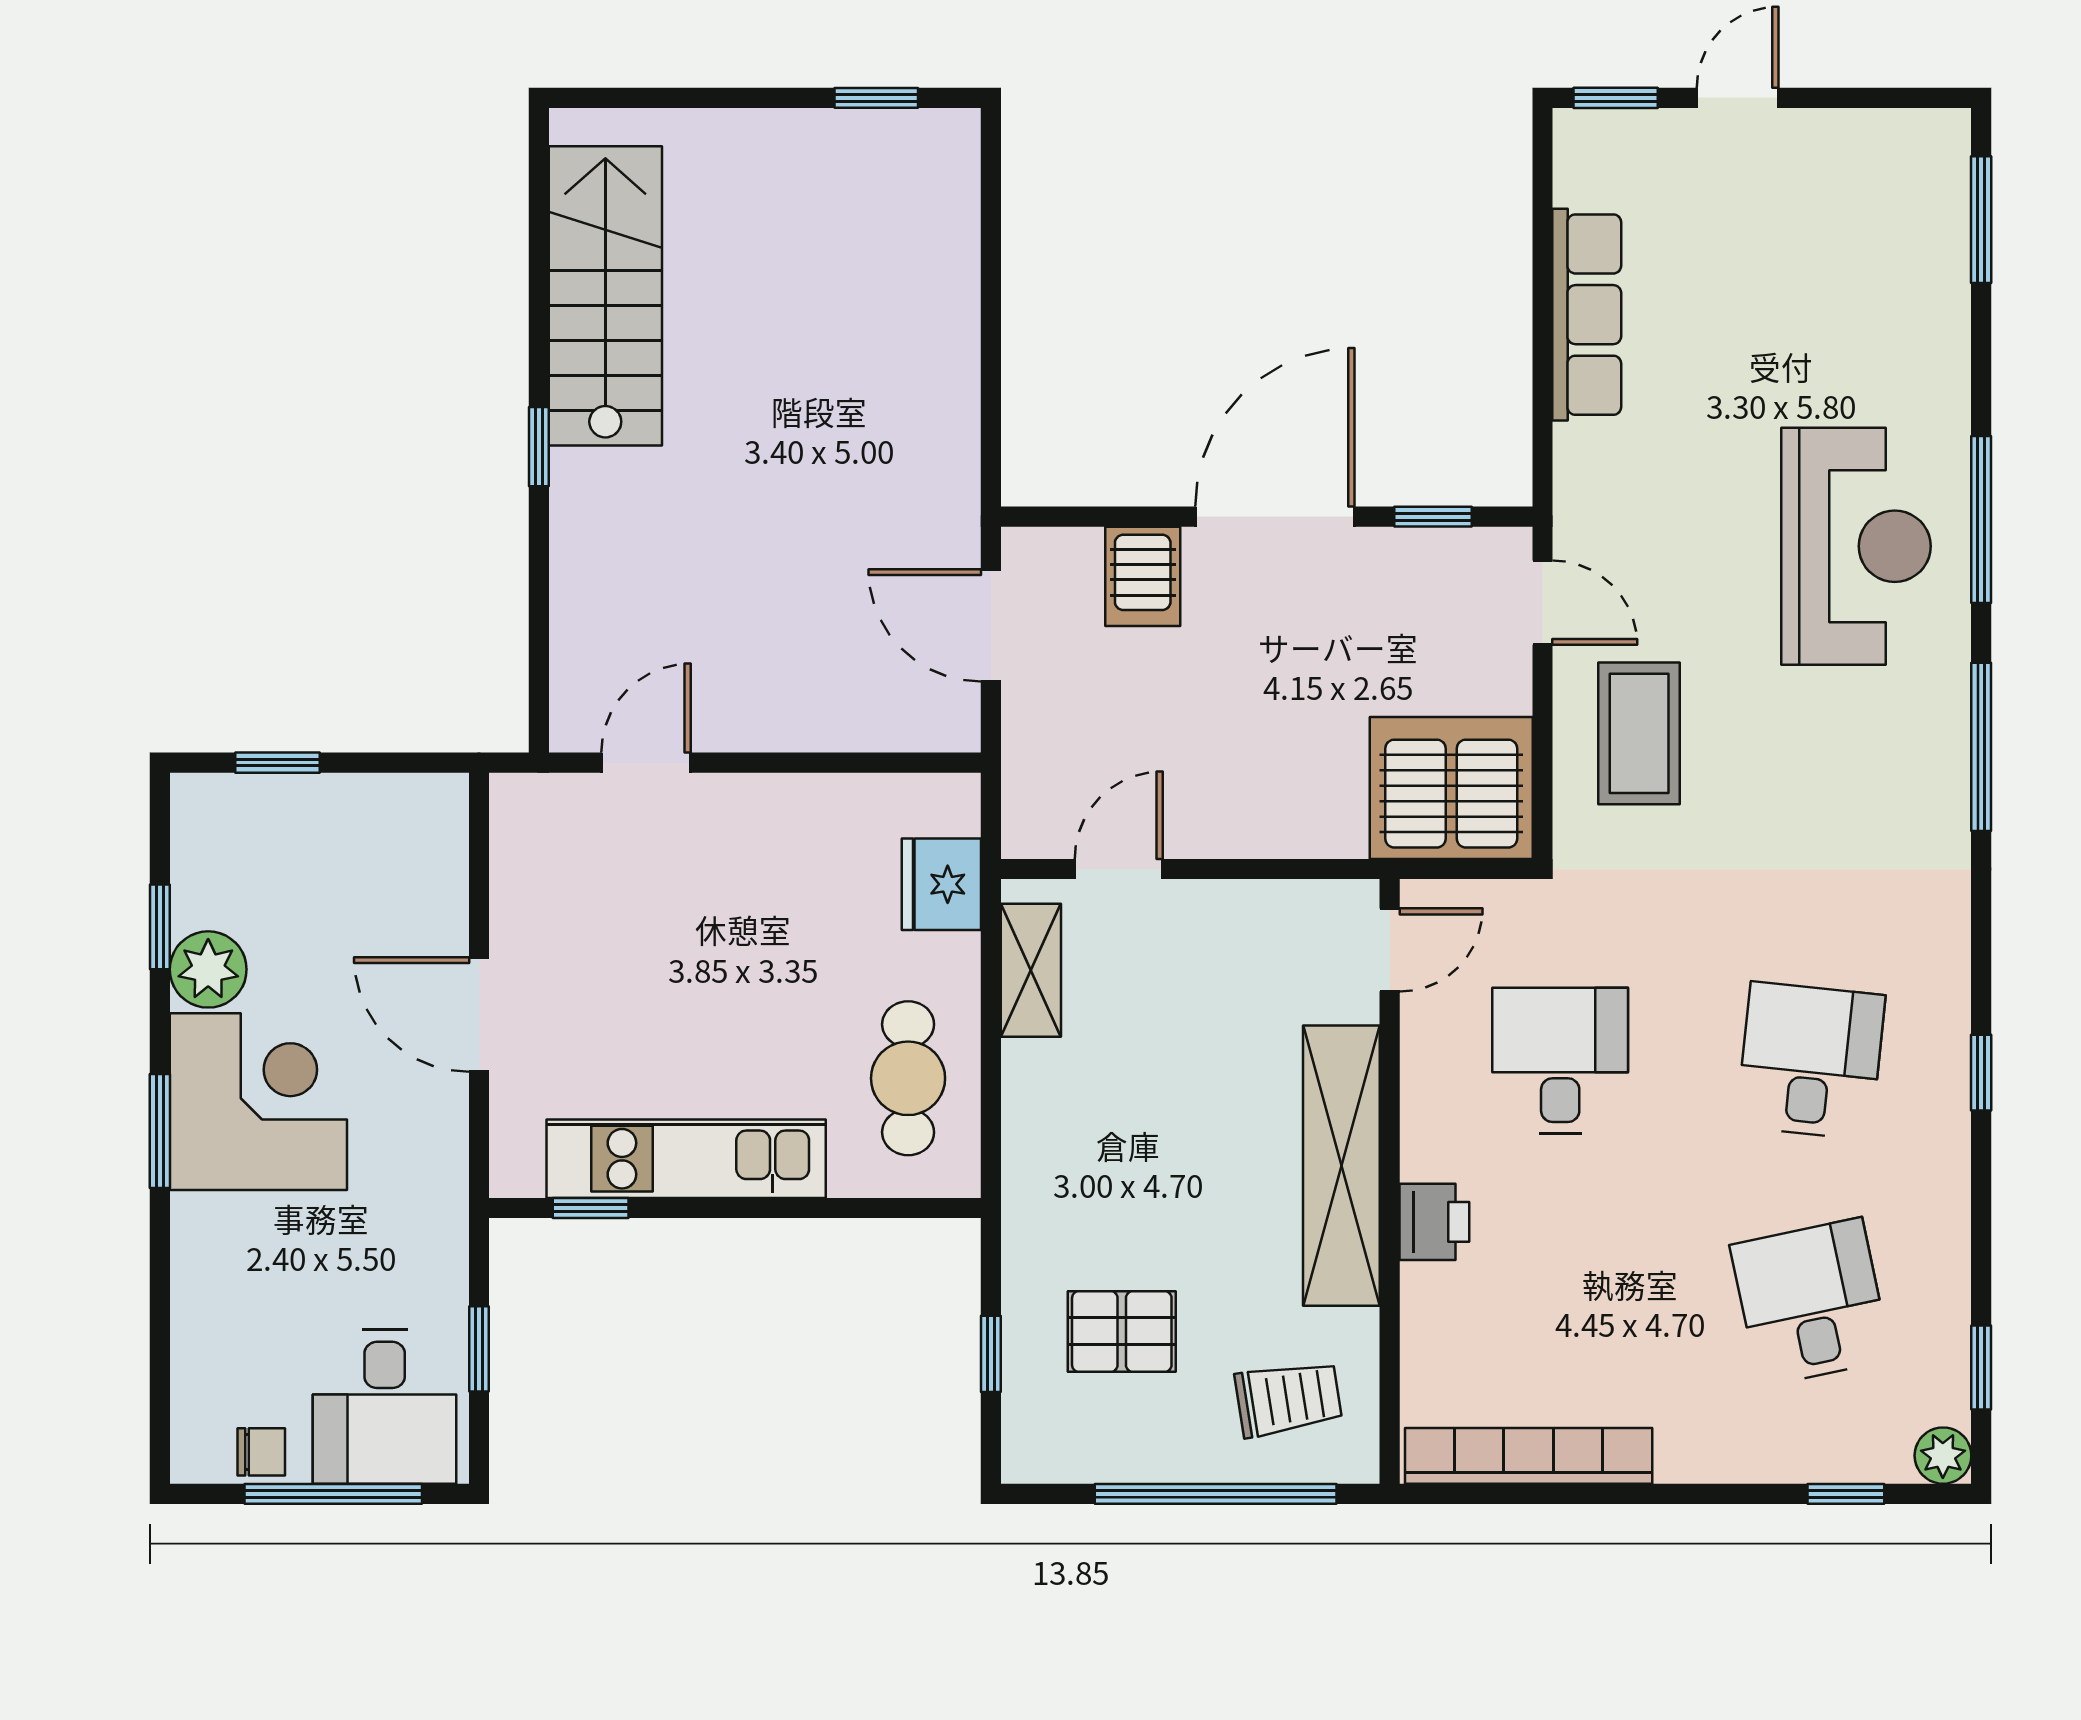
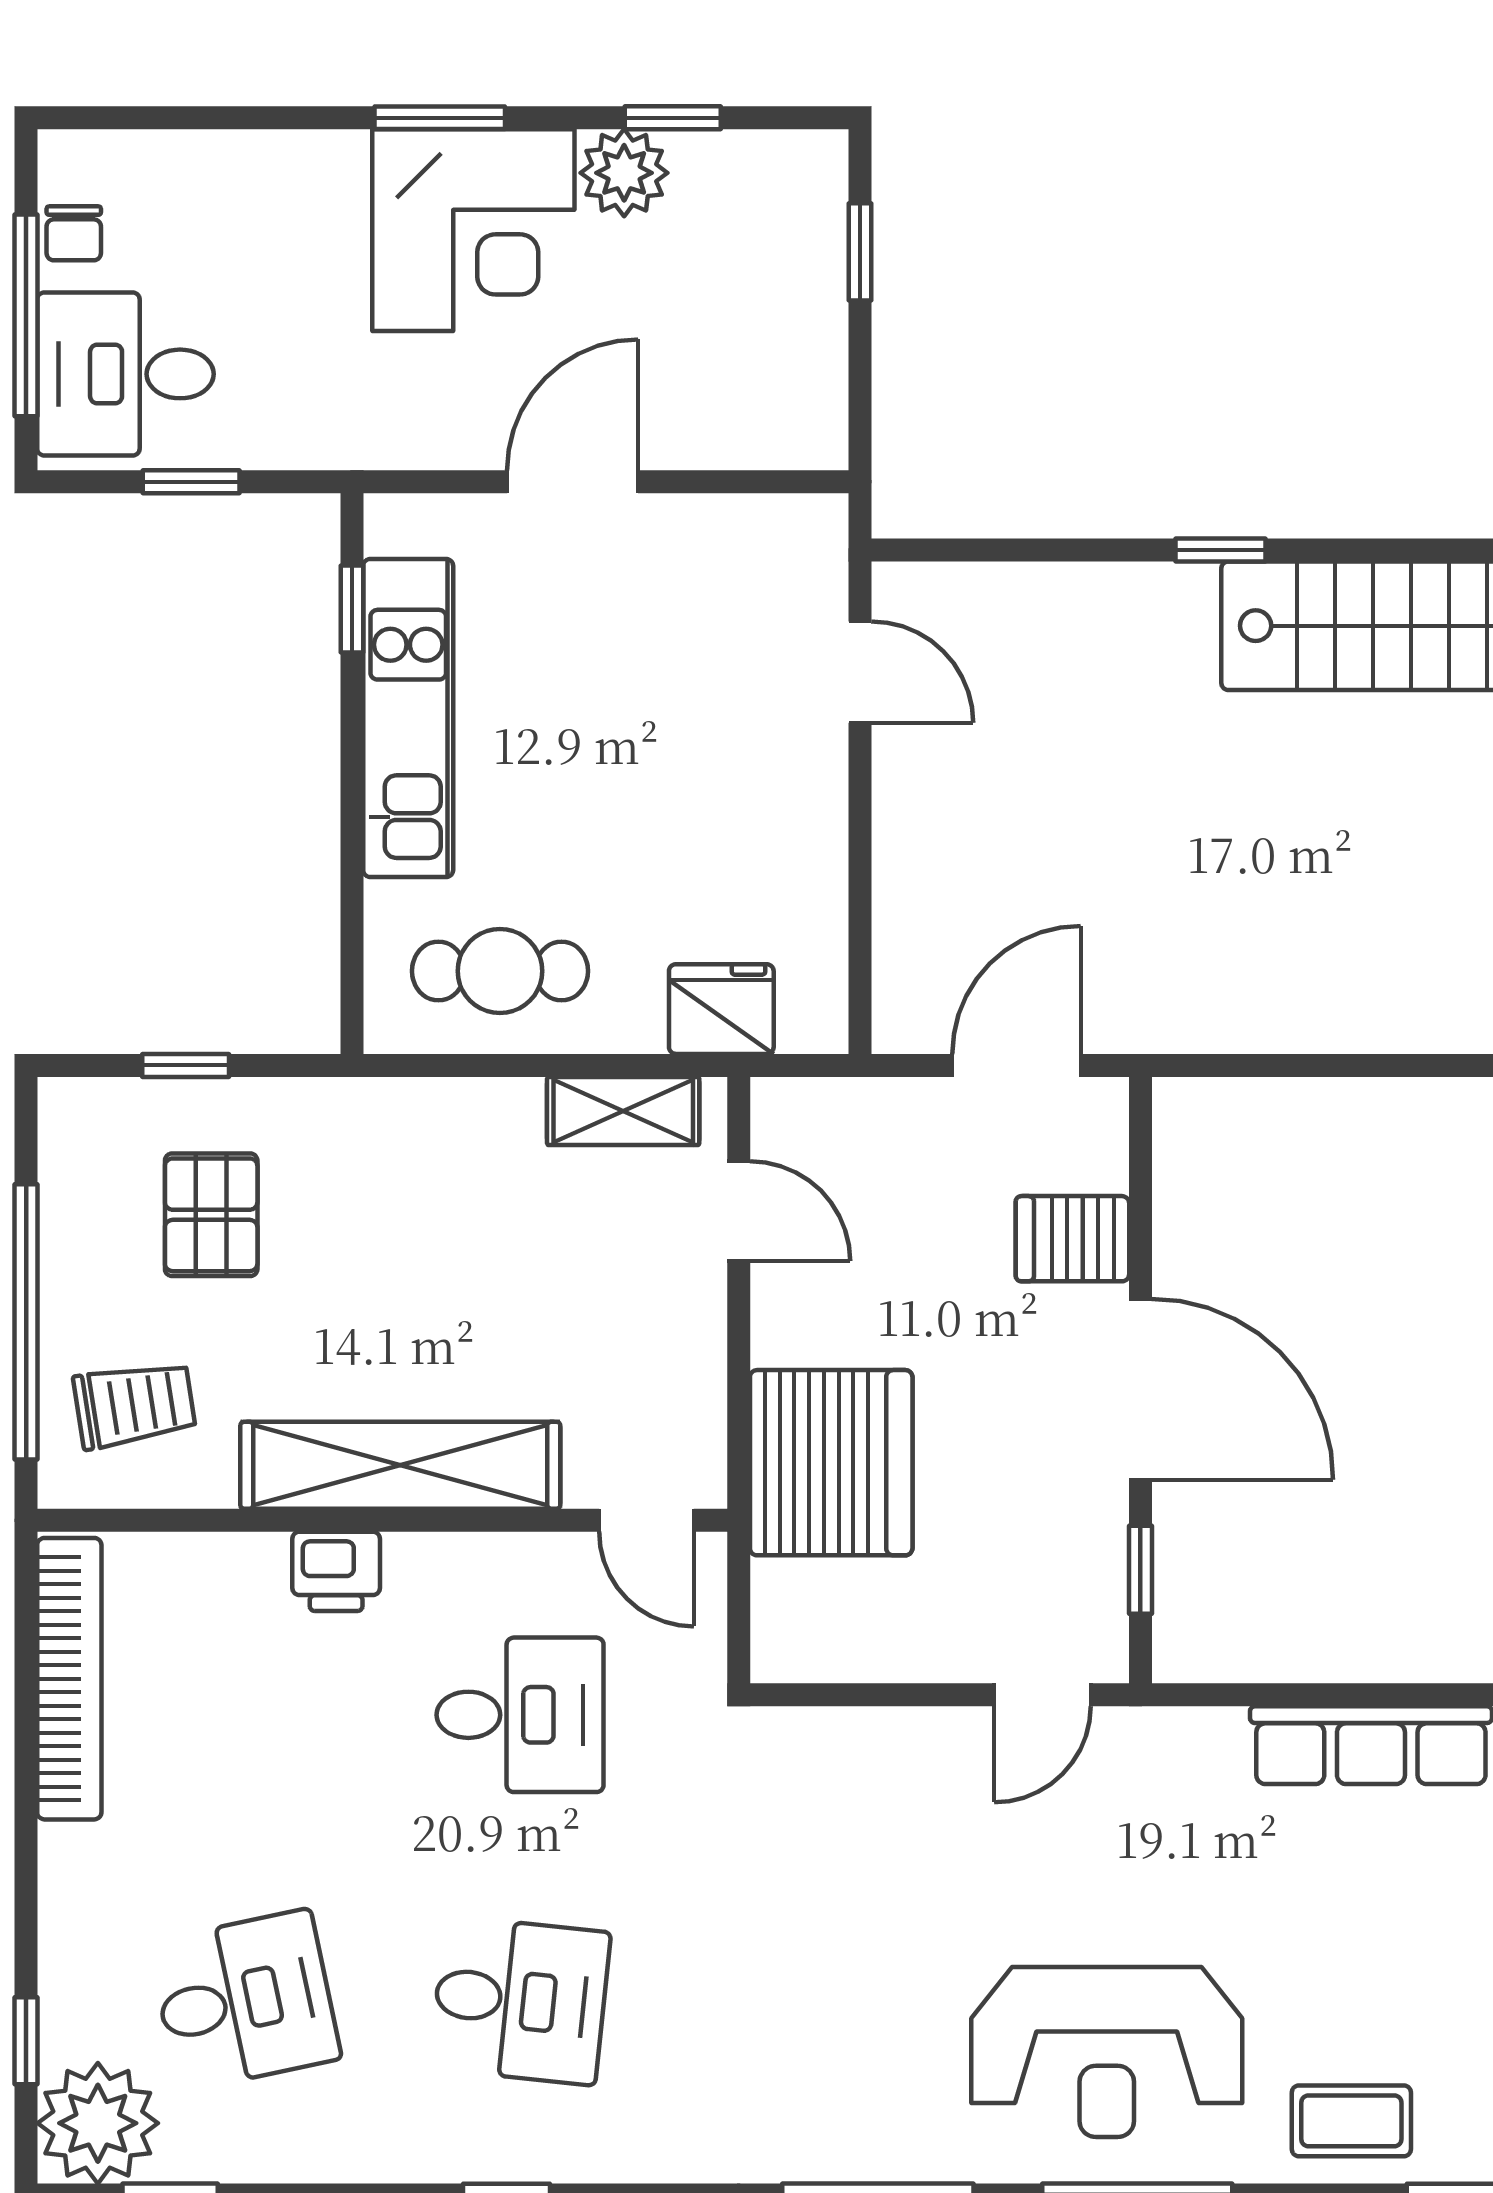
coffee table: (1639, 733) -> (1351, 2121), moved, width x0.73, depth x0.77
server rack: (1451, 788) -> (831, 1463), moved
trolley: (1288, 1399) -> (134, 1405), turned -90
plant: (1943, 1456) -> (98, 2123), width x1.88, depth x1.88

